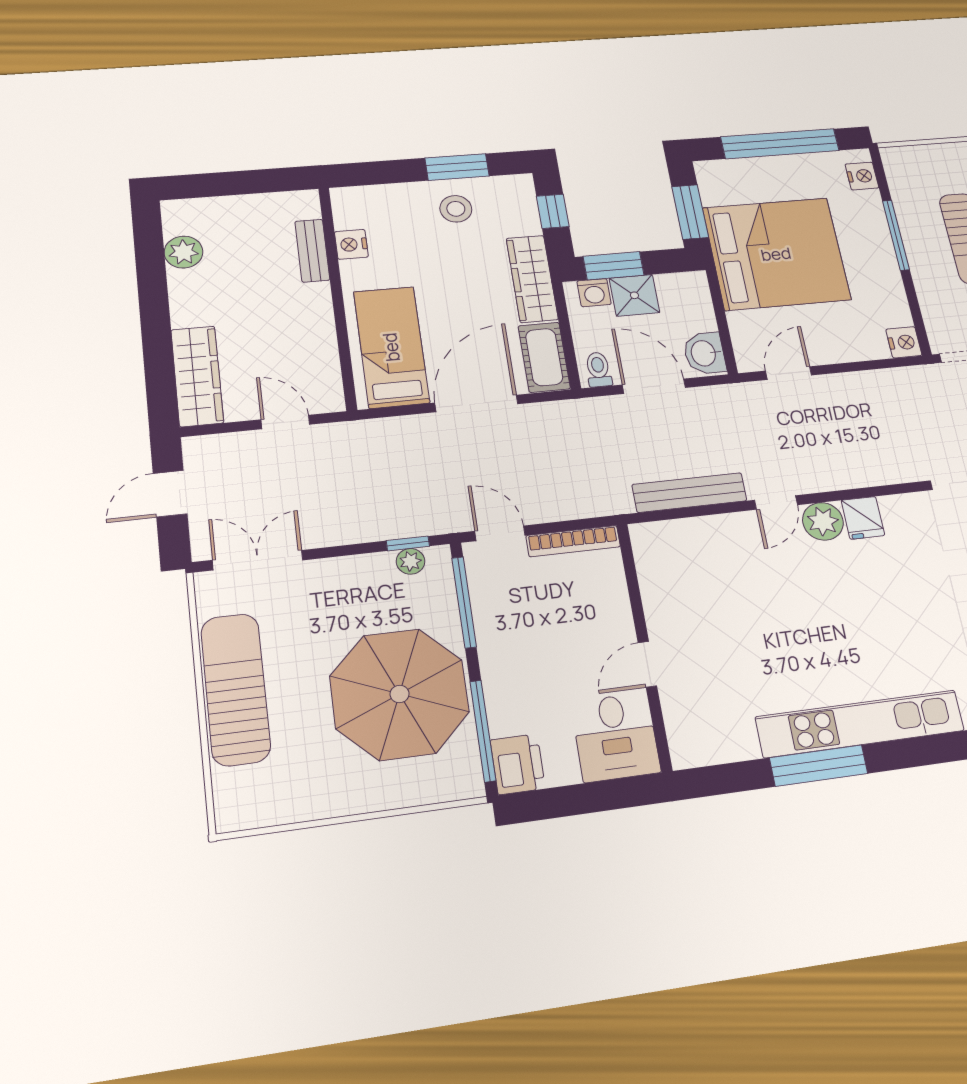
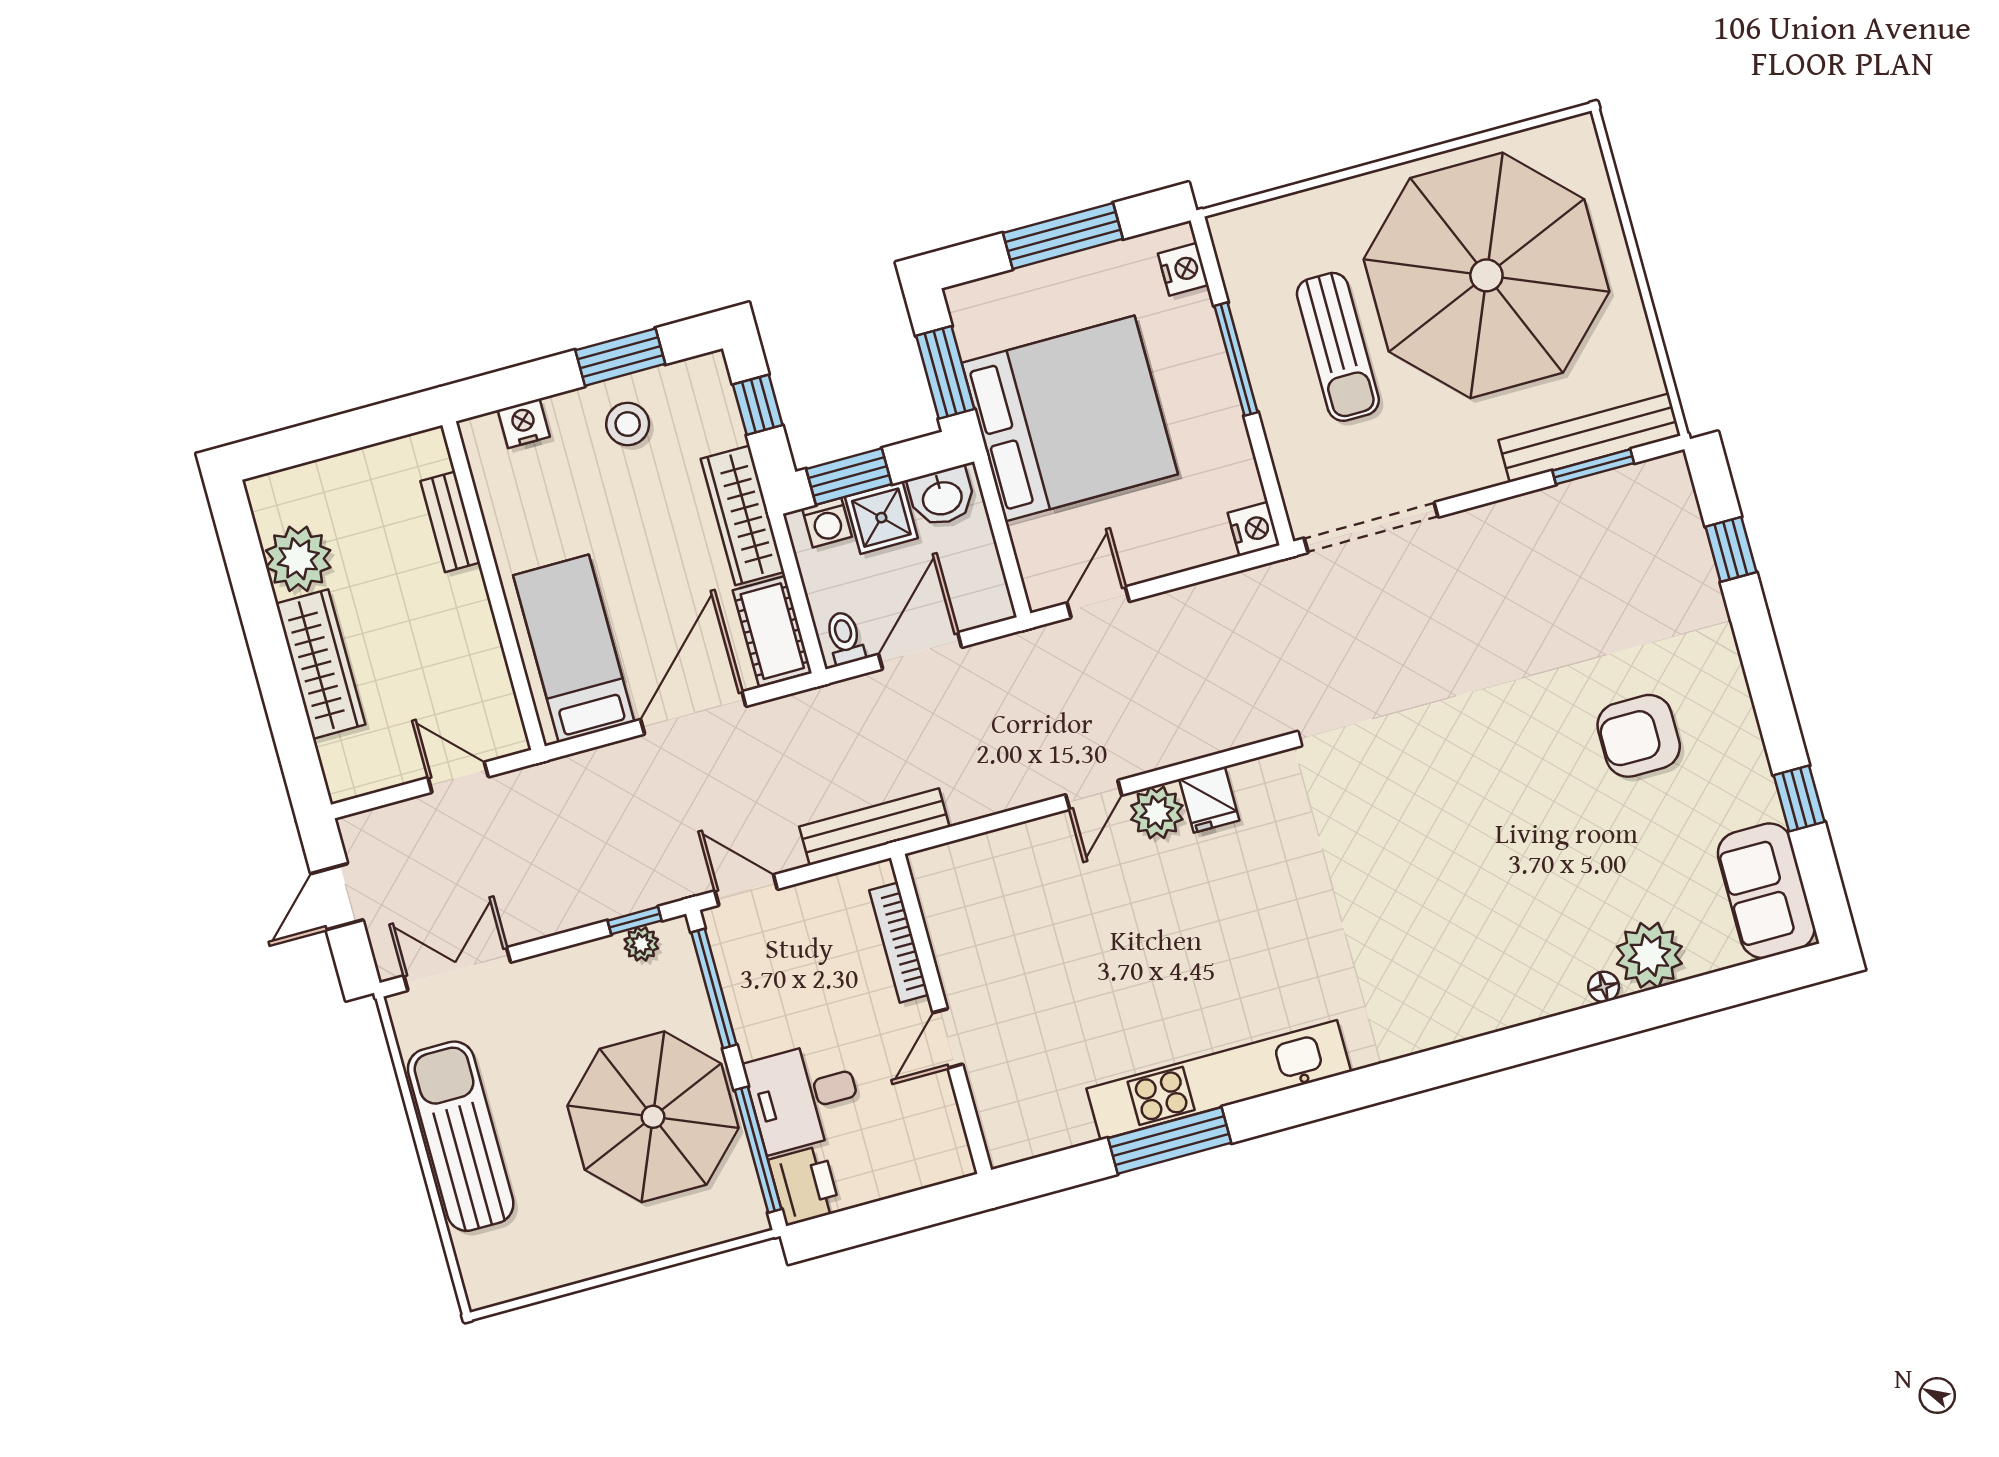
window: (780, 144) -> (1063, 236), width x0.68
nightstand: (351, 244) -> (524, 423), moved, turned 90
plant: (184, 252) -> (298, 559), width x1.36, depth x1.36
washbasin: (704, 353) -> (942, 497), moved, turned -90
wardrobe: (197, 376) -> (321, 664), moved
door: (654, 386) -> (920, 651), hinge flipped
bench: (689, 493) -> (874, 827), moved
bookcase: (573, 541) -> (899, 943), moved, turned 90
desk: (616, 737) -> (804, 1096), moved, turned 90

